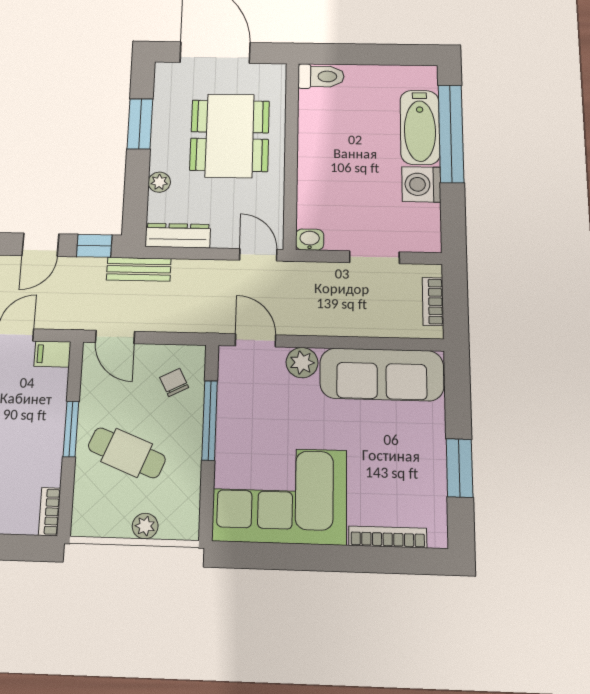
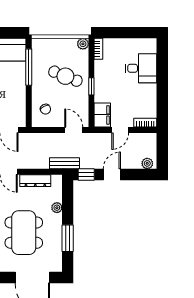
dresser: (178, 236) -> (35, 181), moved
filing cabinet: (52, 354) -> (102, 115), width x2.00
window: (210, 420) -> (29, 67), moved
window: (71, 429) -> (91, 86), width x0.67
plant: (145, 526) -> (83, 44), moved

